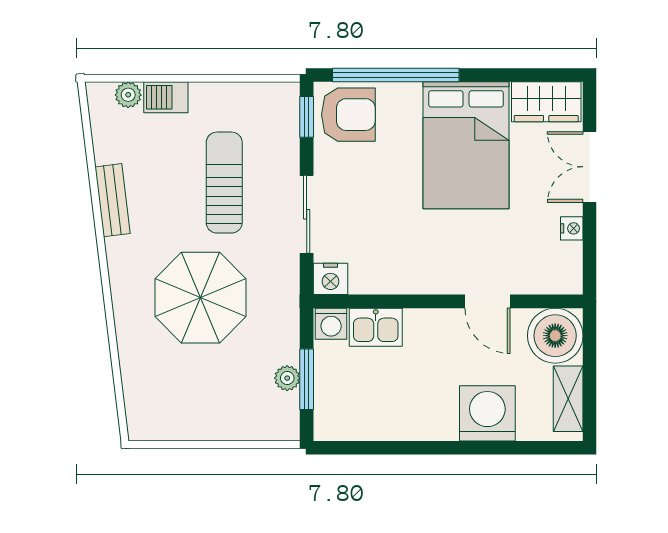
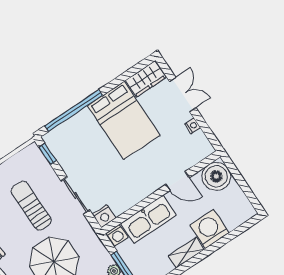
armchair: (348, 115) -> (65, 141), removed
double door: (590, 167) -> (183, 94), swing flipped
kitchen sink: (376, 327) -> (148, 219), width x1.87, depth x1.24
shelving: (568, 399) -> (186, 253), moved, turned 90

